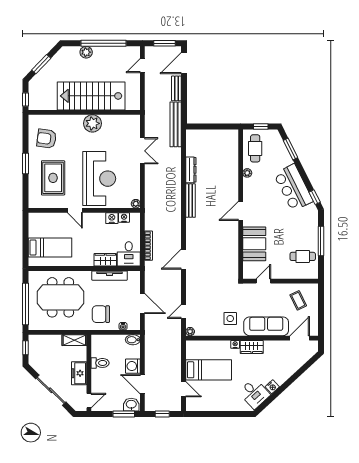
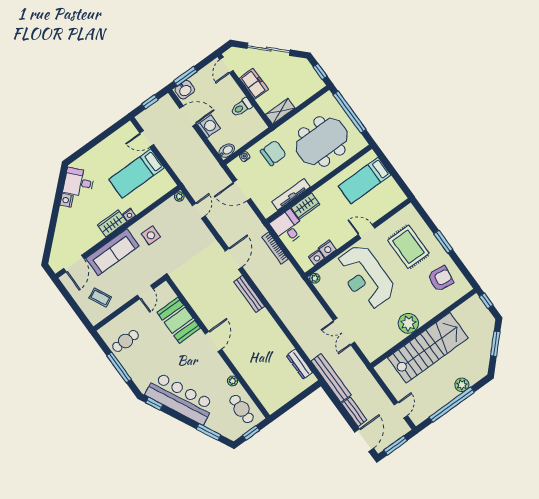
dresser: (191, 170) -> (299, 364), moved
bar counter: (293, 188) -> (180, 398), width x1.36
bench: (191, 201) -> (249, 294), moved

